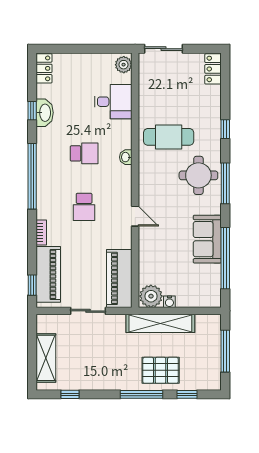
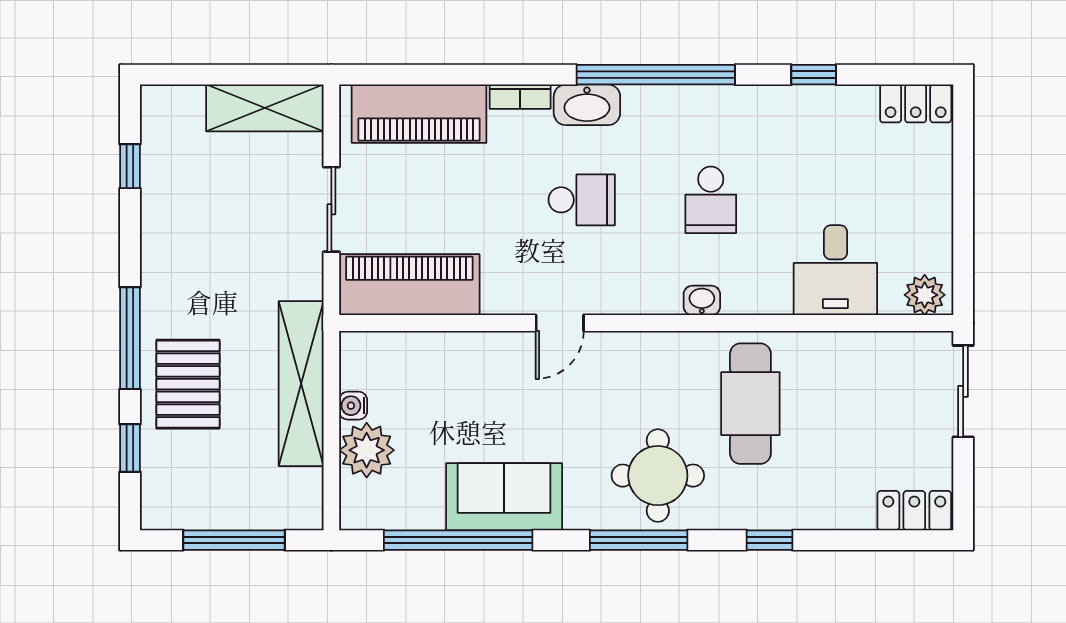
washbasin: (45, 113) -> (587, 105), moved
school desk: (84, 207) -> (582, 200), turned 180
window: (32, 285) -> (393, 75), removed
plant: (151, 296) -> (367, 450), moved
shelving: (46, 358) -> (265, 108), moved

